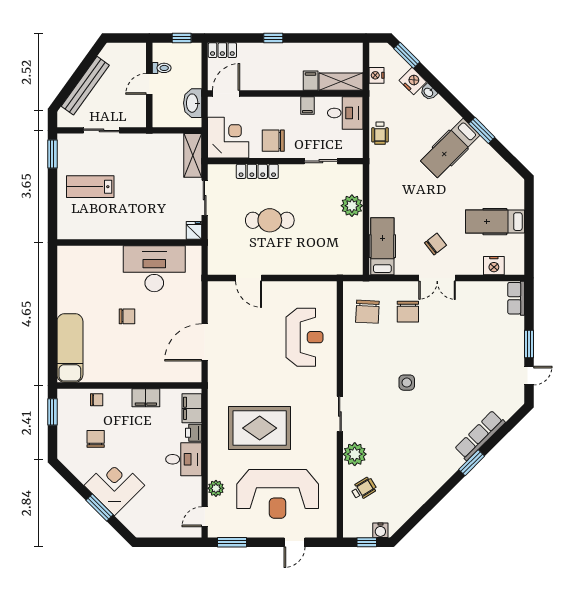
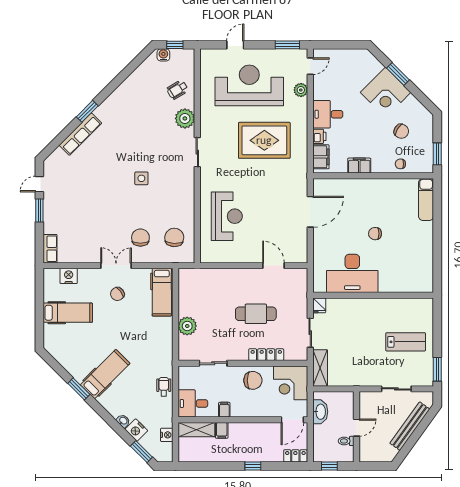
reception desk: (304, 337) -> (227, 216), turned 180
exam couch: (70, 348) -> (426, 199), width x0.73, depth x0.69
chair: (96, 439) -> (401, 131), turned -59

